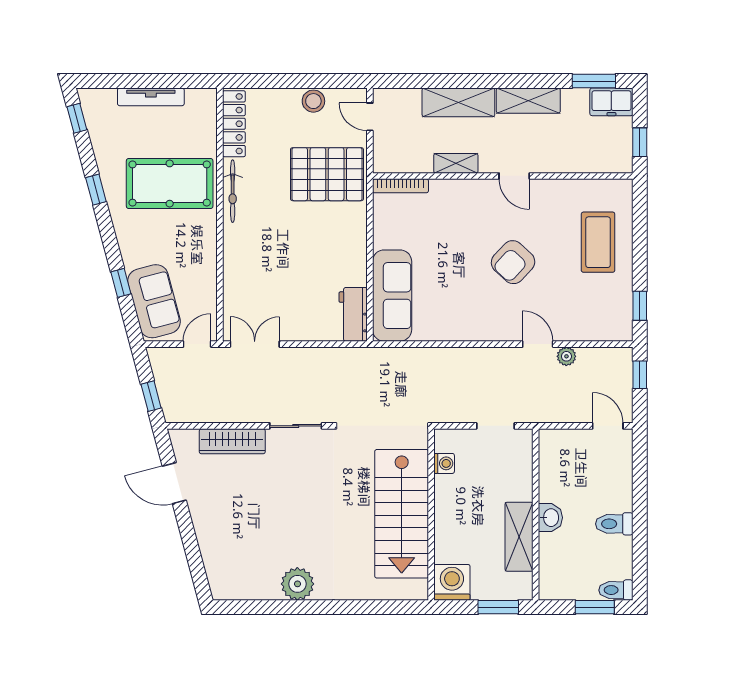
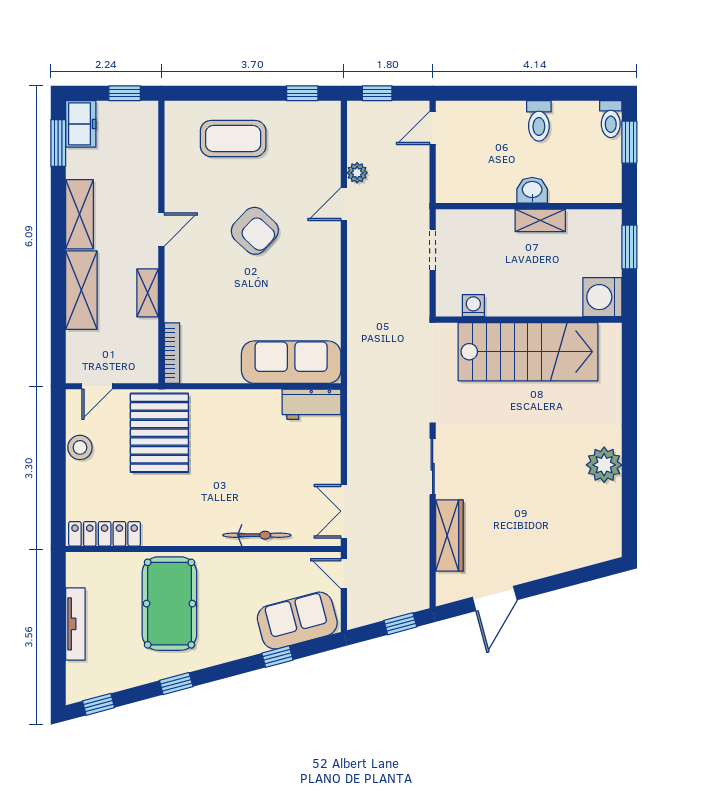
bicycle: (233, 191) -> (257, 535), moved
shelving: (519, 537) -> (540, 220), width x0.67, depth x0.75

